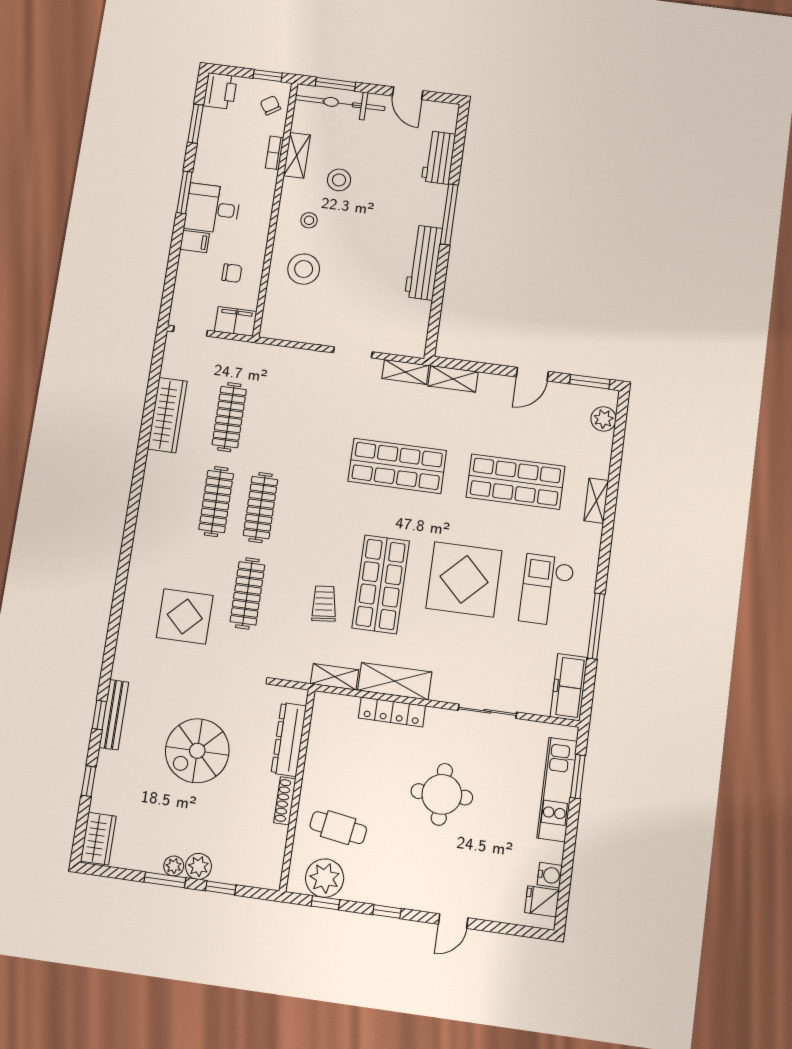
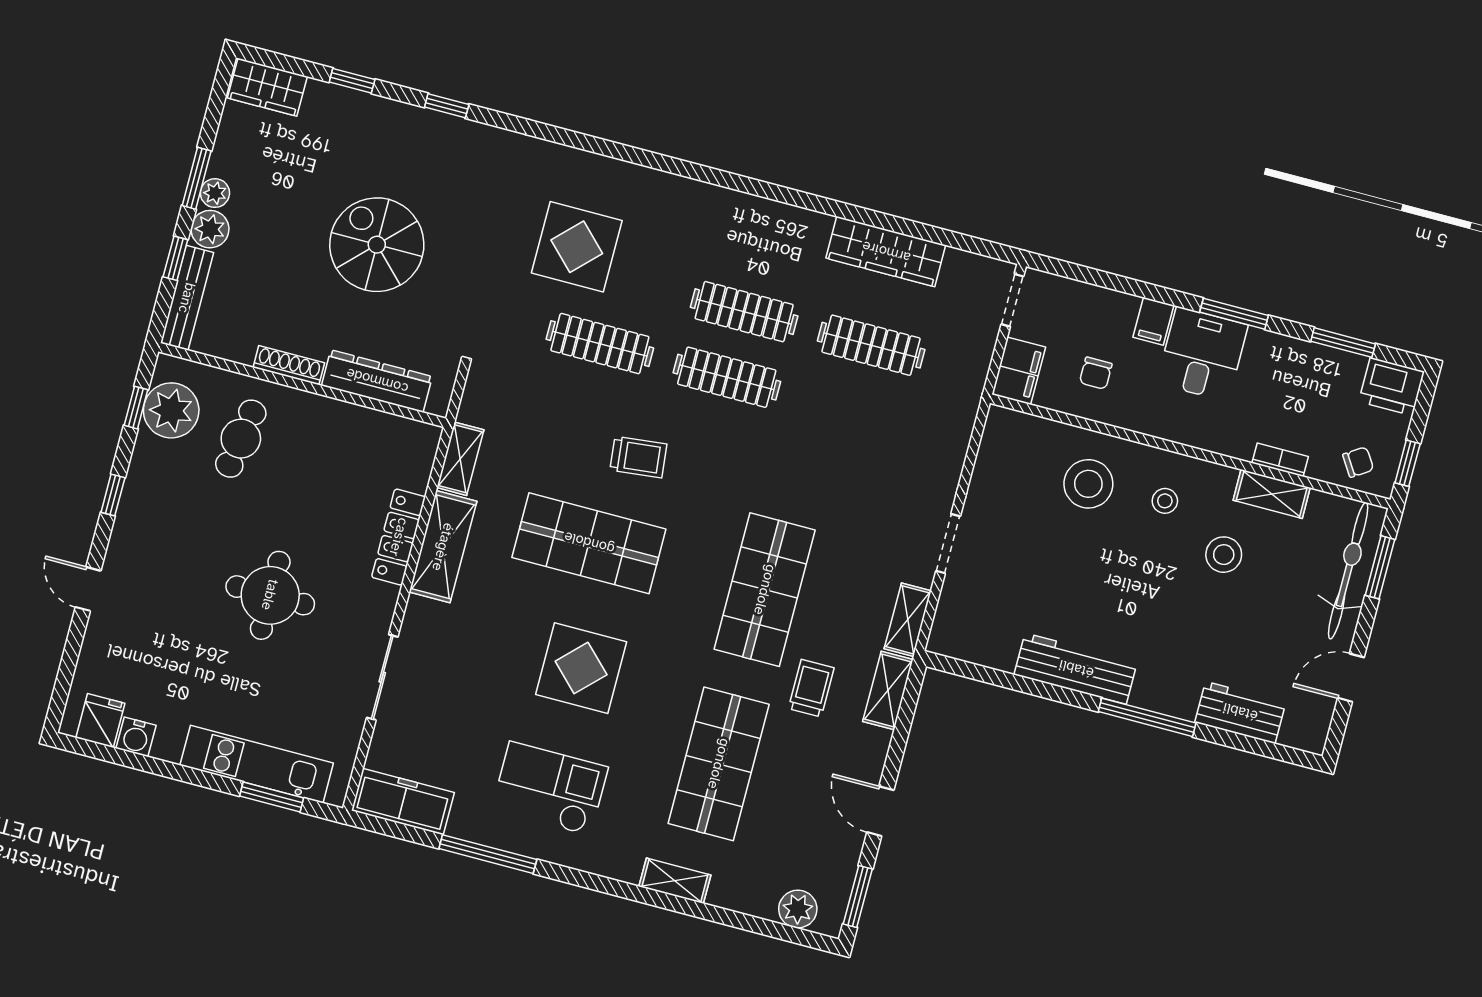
trolley: (458, 428) -> (811, 688), added
display table: (464, 579) -> (581, 668), width x0.73, depth x0.73
trolley: (324, 604) -> (638, 457), moved
bench: (114, 715) -> (187, 298), moved, turned 90

